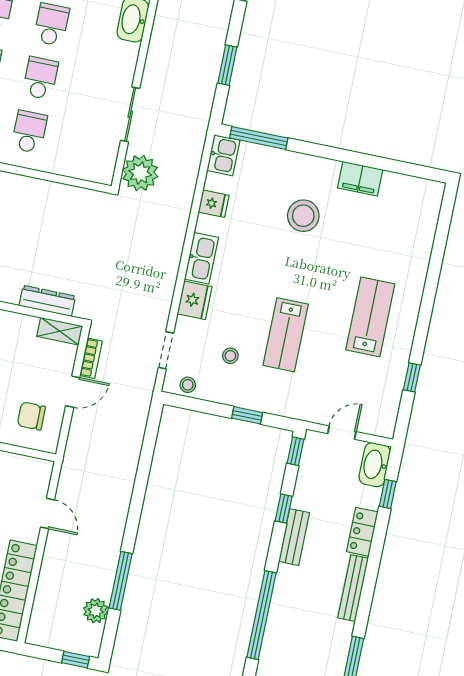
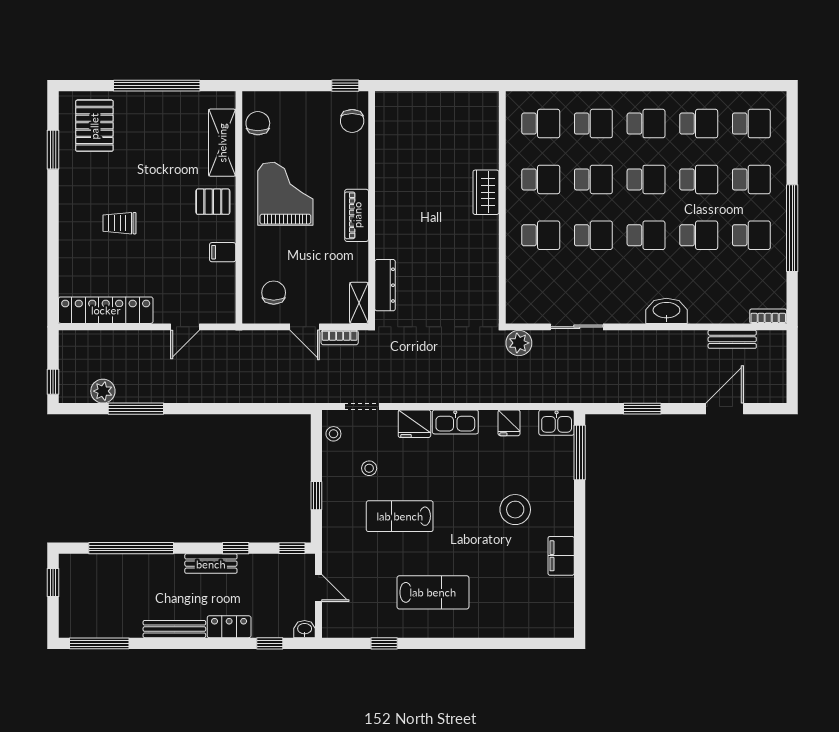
plant: (140, 173) -> (519, 343), width x0.73, depth x0.73
washbasin: (375, 465) -> (305, 629), width x0.52, depth x0.69

